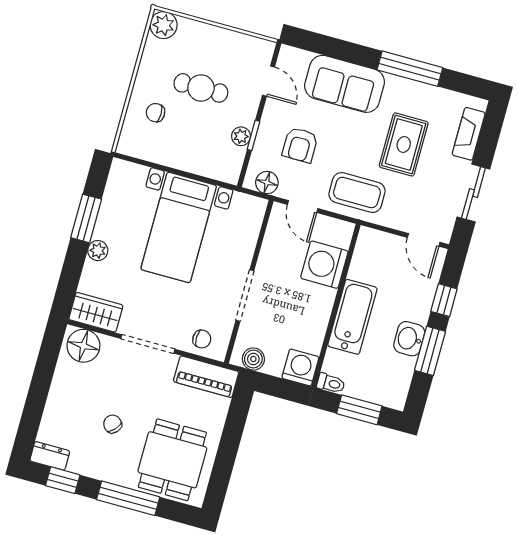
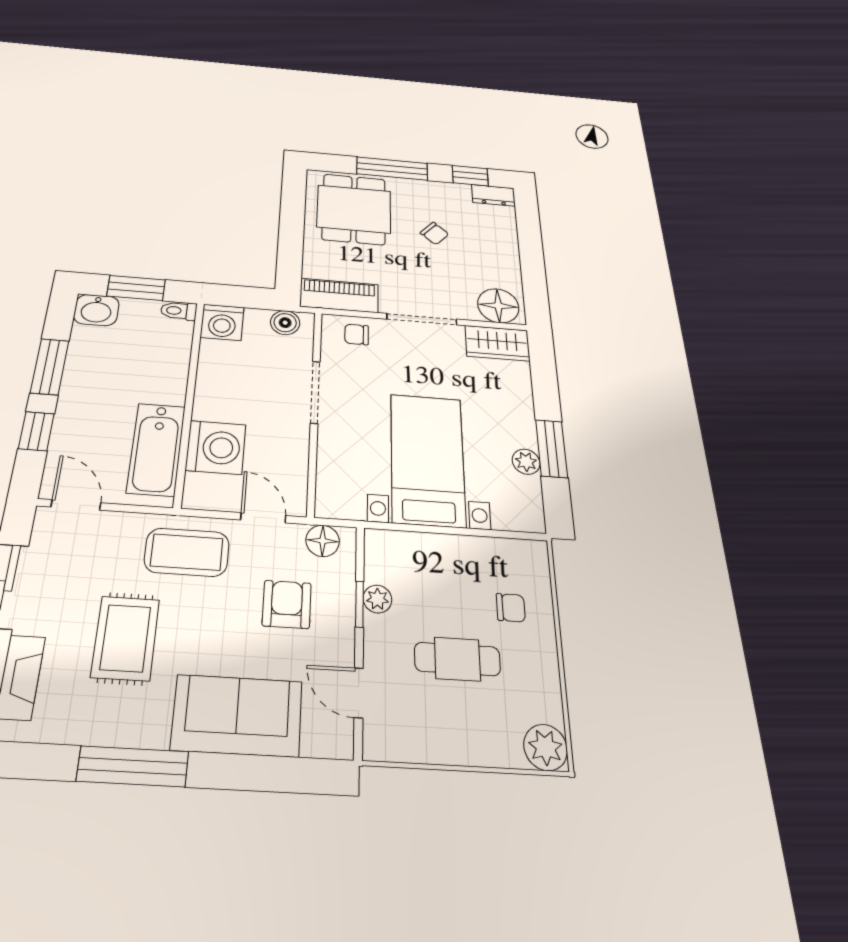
plant: (98, 251) -> (526, 462), moved
bathtub: (352, 317) -> (156, 449), moved
washbasin: (409, 339) -> (96, 310), moved, turned 90

